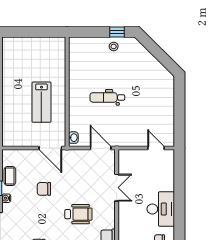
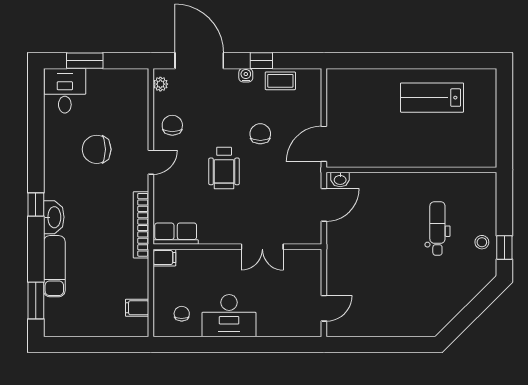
dental chair: (107, 97) -> (437, 228), moved
lab bench: (41, 102) -> (432, 98), moved
door: (101, 148) -> (324, 205), moved
wheelchair: (78, 214) -> (224, 168), moved

